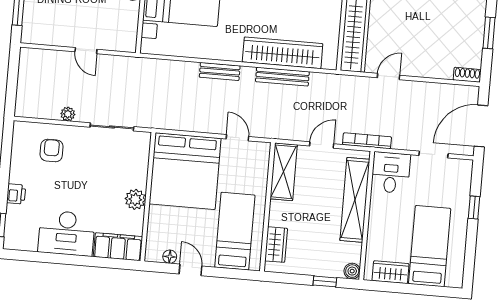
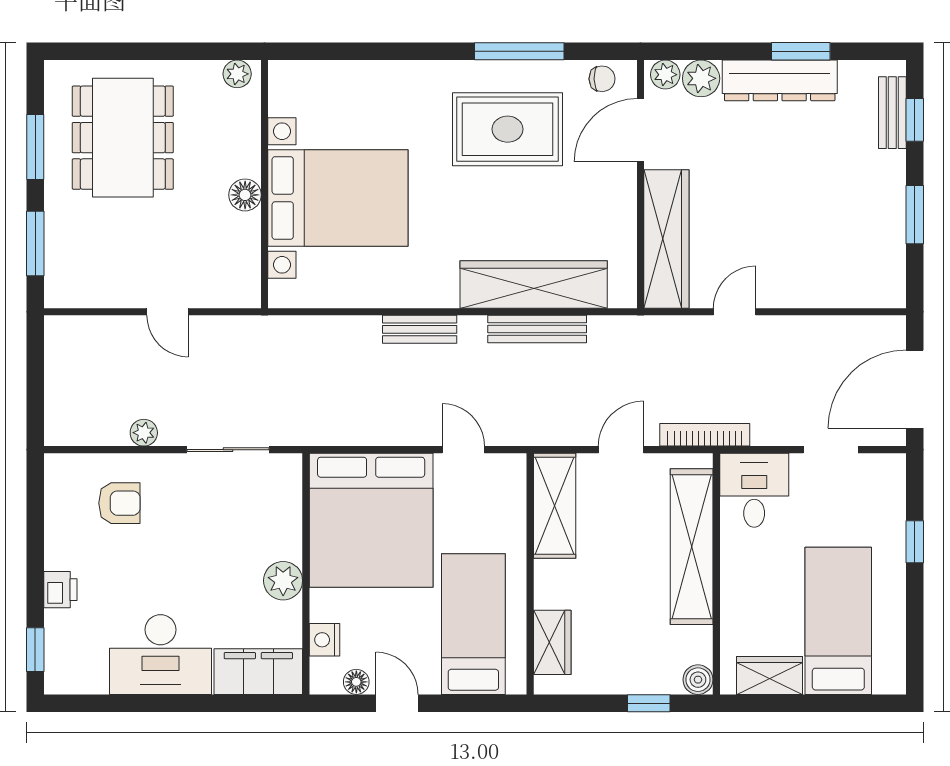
shoe rack: (467, 75) -> (881, 296), removed
armchair: (52, 150) -> (119, 503), turned 90
nightstand: (155, 233) -> (325, 640), added

